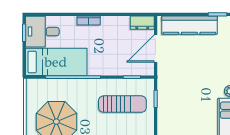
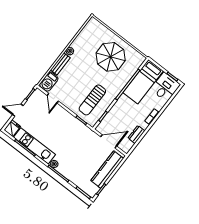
dresser: (142, 23) -> (136, 134), moved
door: (156, 48) -> (109, 141), hinge flipped

